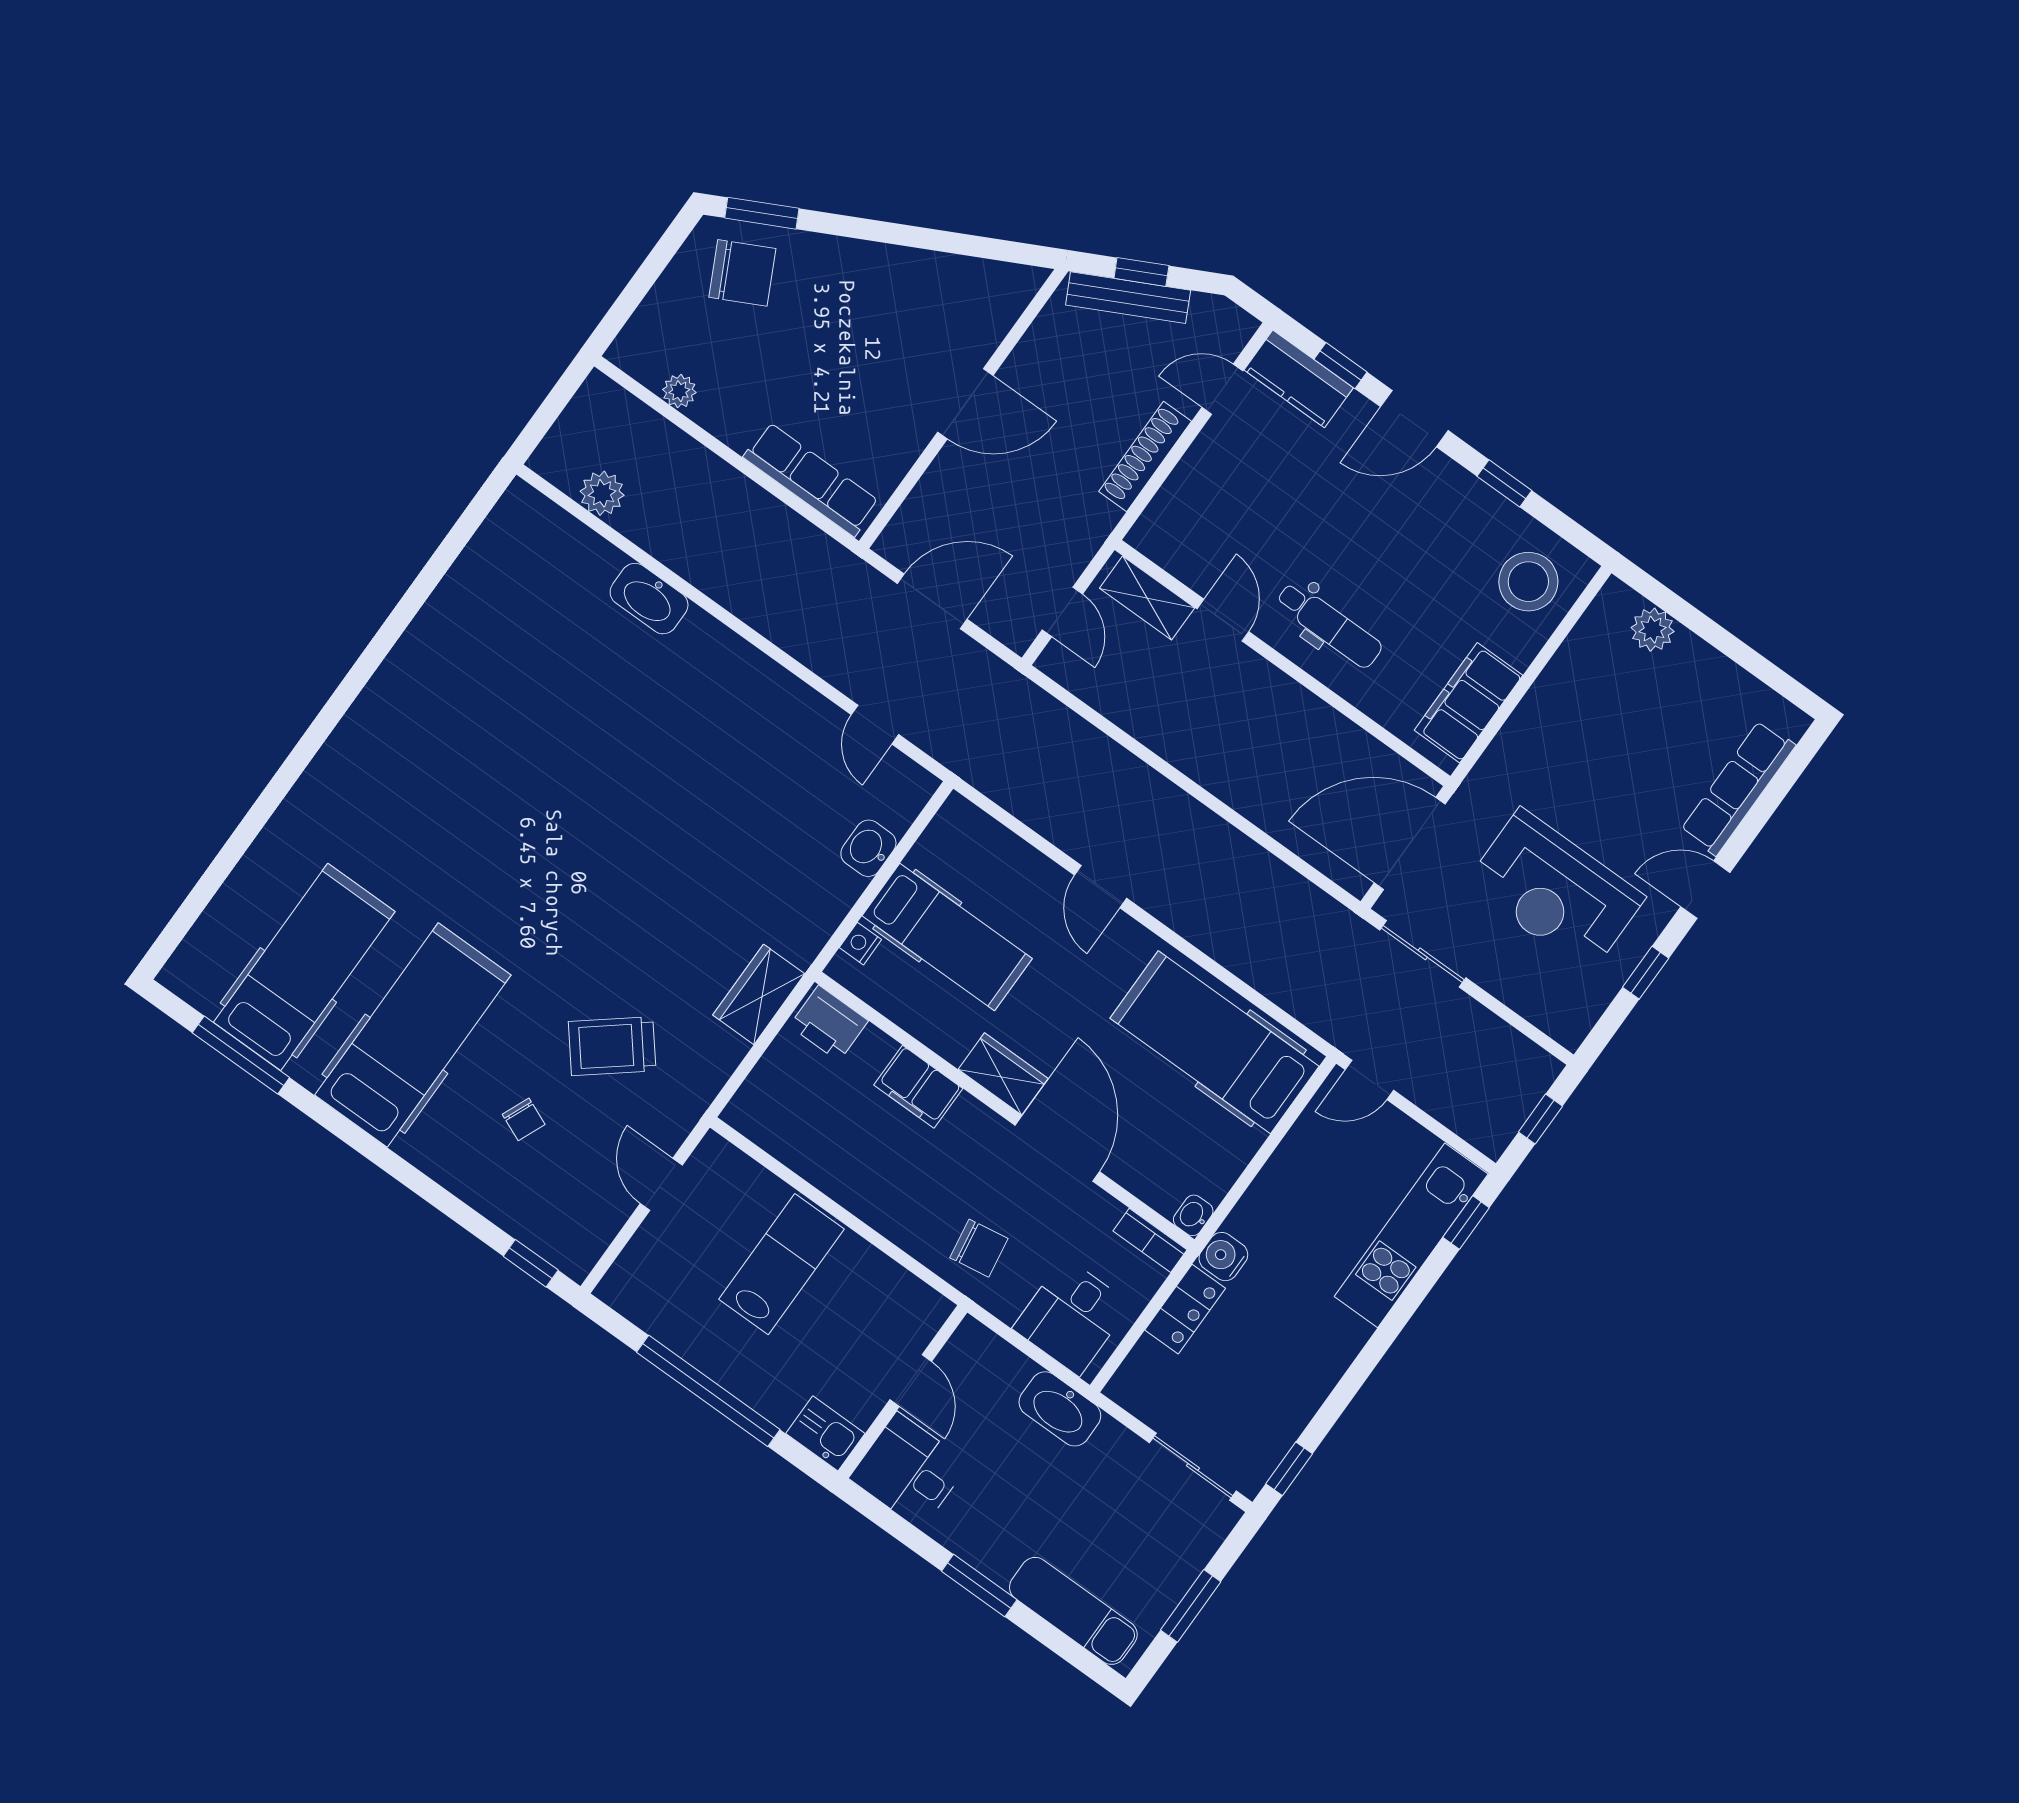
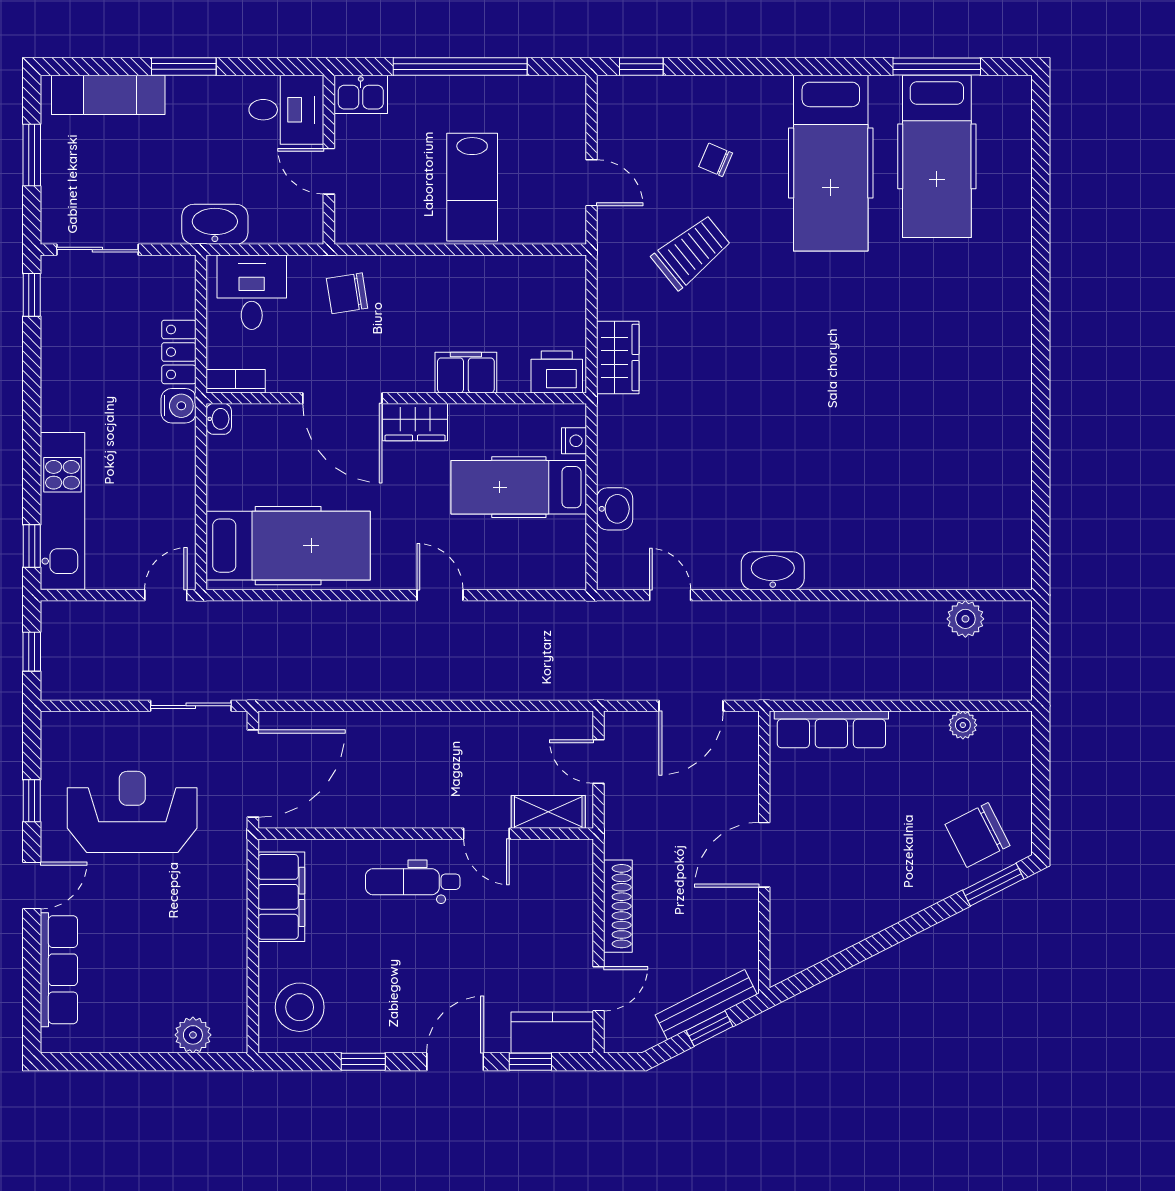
washbasin: (649, 599) -> (773, 571), moved

